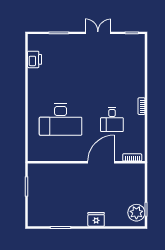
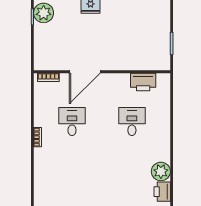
plant: (36, 77) -> (161, 171), added
desk: (61, 120) -> (132, 122), width x0.53, depth x0.77
printer: (51, 153) -> (143, 82), added

